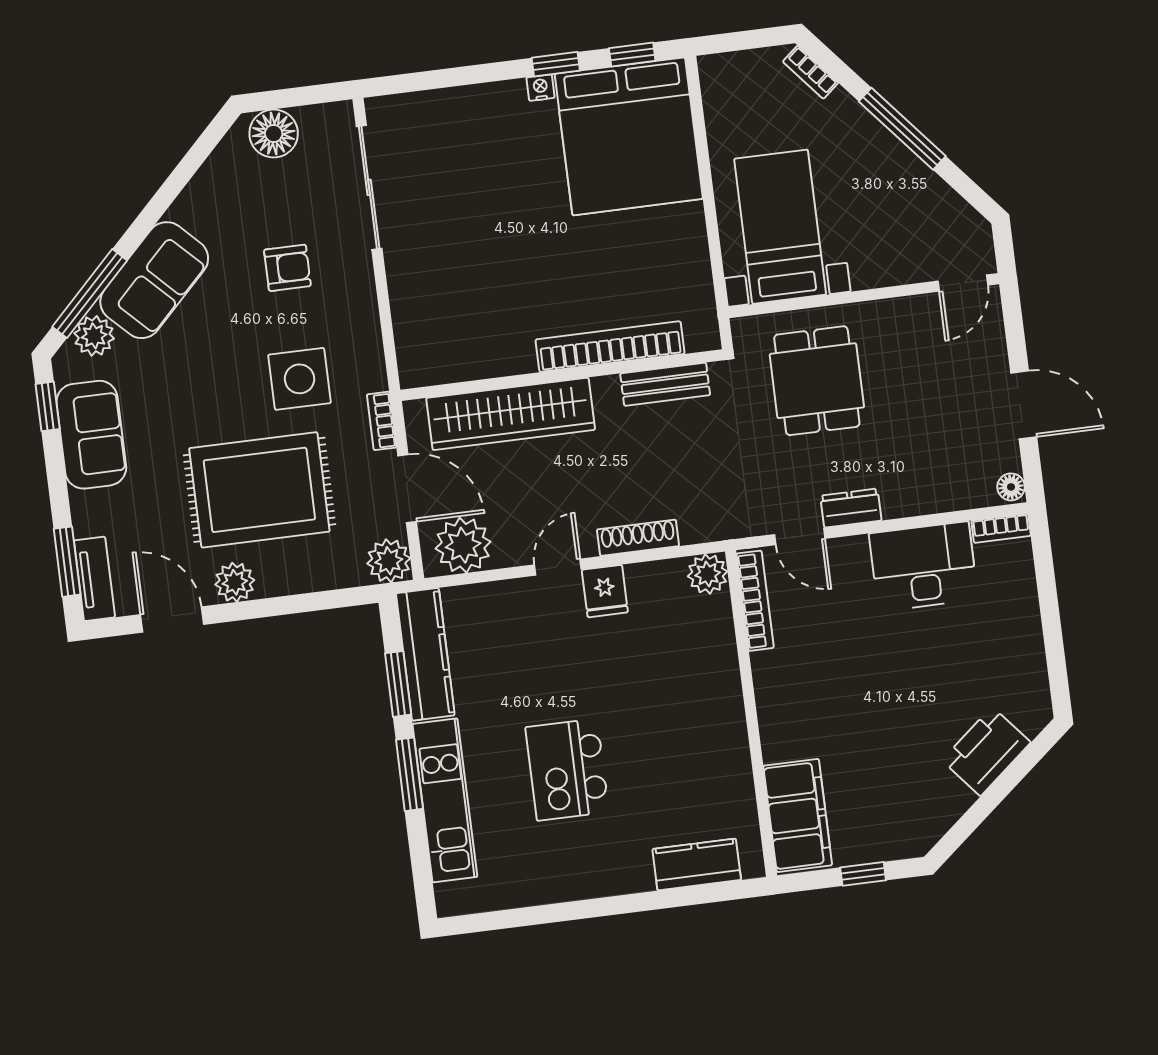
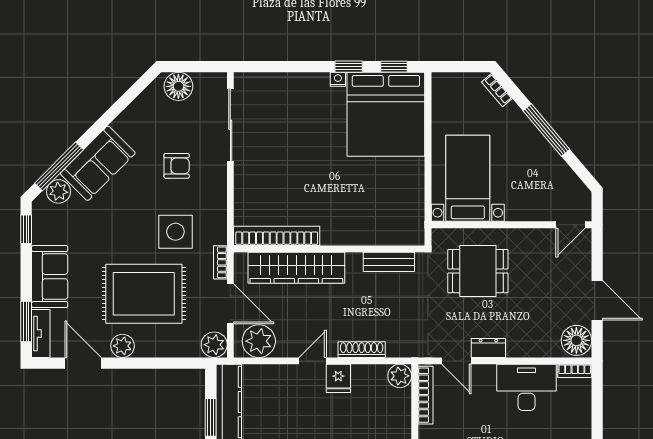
bookcase: (610, 347) -> (277, 236), moved
dining table: (817, 381) -> (478, 271), turned 90
sofa: (91, 435) -> (50, 277), moved
floor lamp: (1011, 487) -> (576, 340), width x1.89, depth x1.89

